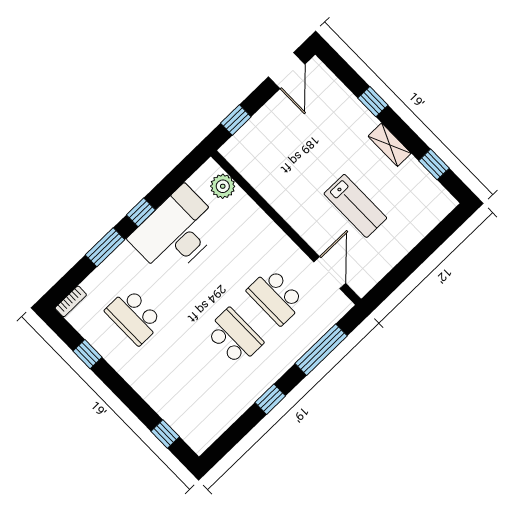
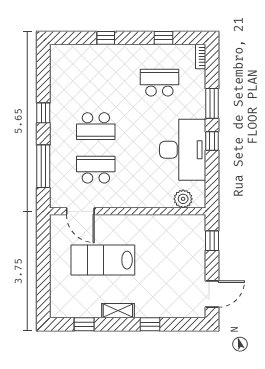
door: (287, 71) -> (212, 294), swing flipped
lab bench: (355, 206) -> (103, 260), width x1.36, depth x1.39
window: (165, 434) -> (106, 38), moved

